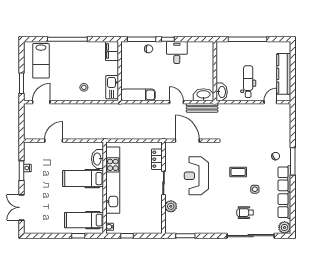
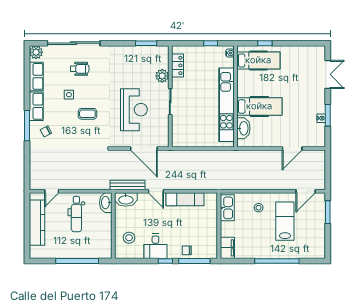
stool: (201, 60) -> (129, 238), added
lab bench: (41, 61) -> (285, 221), moved
exam couch: (138, 95) -> (185, 199), moved
locker: (157, 159) -> (177, 65), moved

